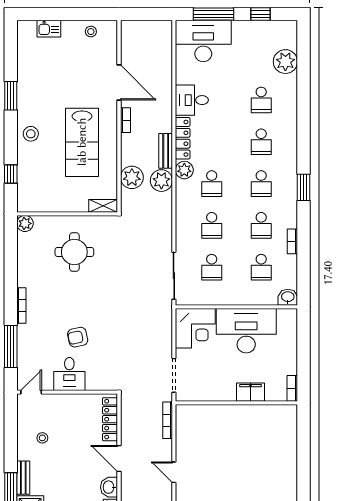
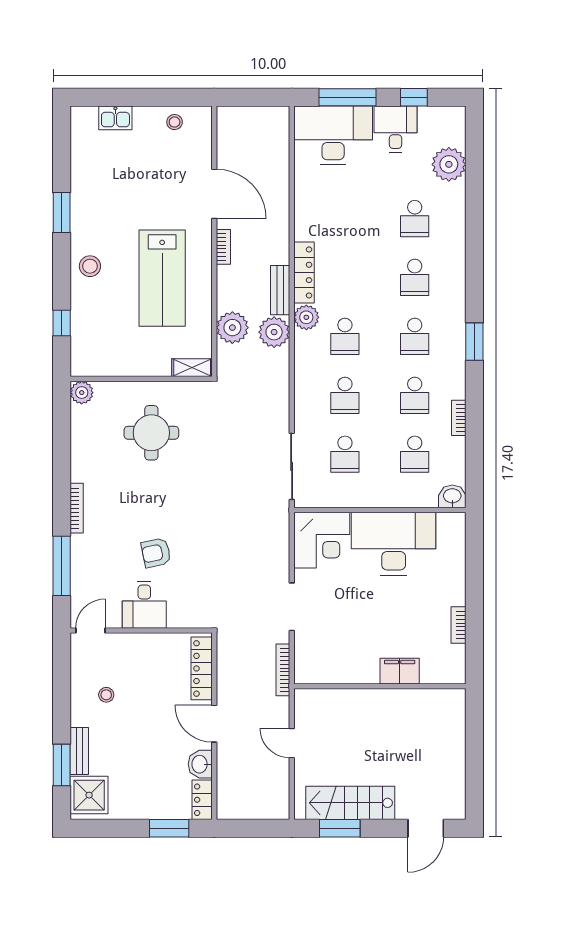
desk: (192, 100) -> (396, 129), moved, turned 90
filing cabinet: (250, 392) -> (400, 671), moved
wall: (236, 403) -> (380, 686), moved

